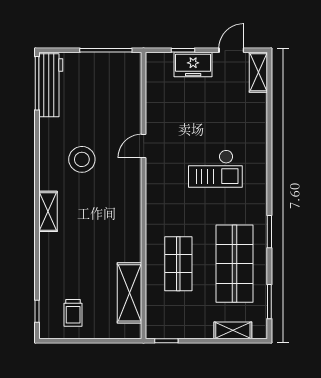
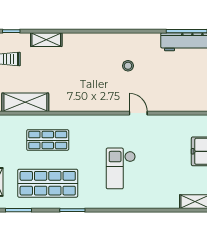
stool: (82, 159) -> (128, 66), width x0.53, depth x0.53
shelving: (48, 211) -> (46, 40), moved

